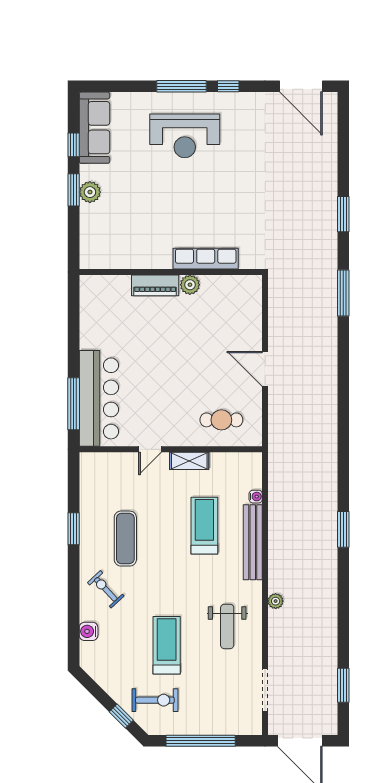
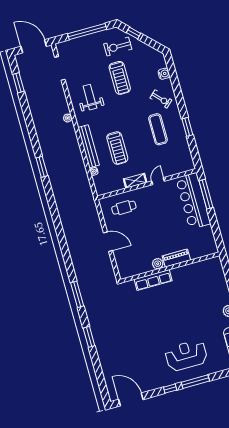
row of seats: (206, 259) -> (153, 280), moved
wall: (171, 272) -> (170, 268), moved
piano: (155, 285) -> (176, 258), moved
plant: (190, 285) -> (158, 264), moved

